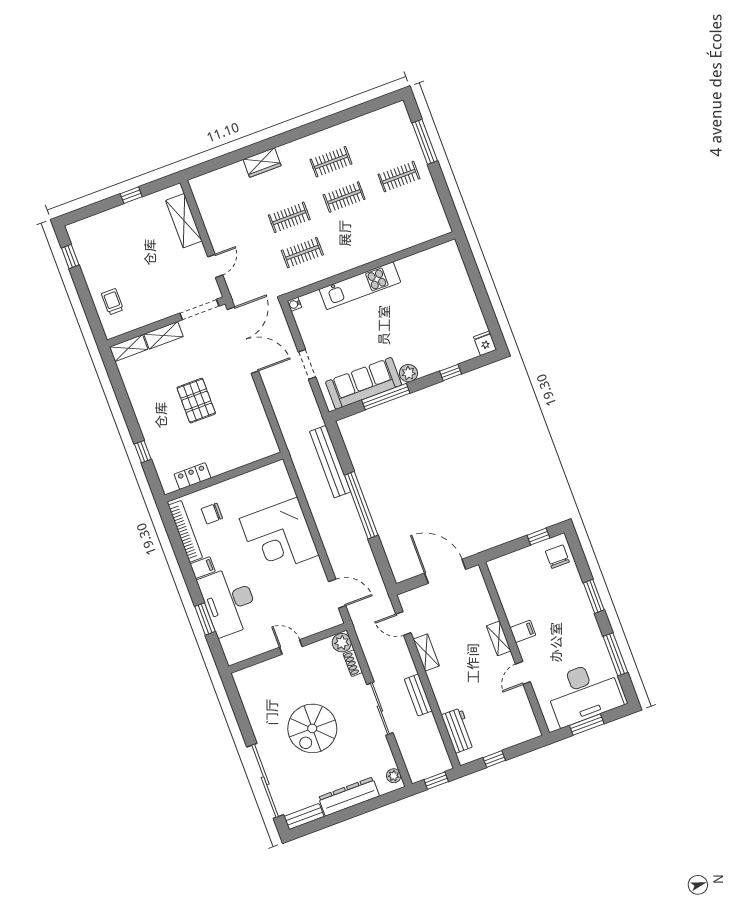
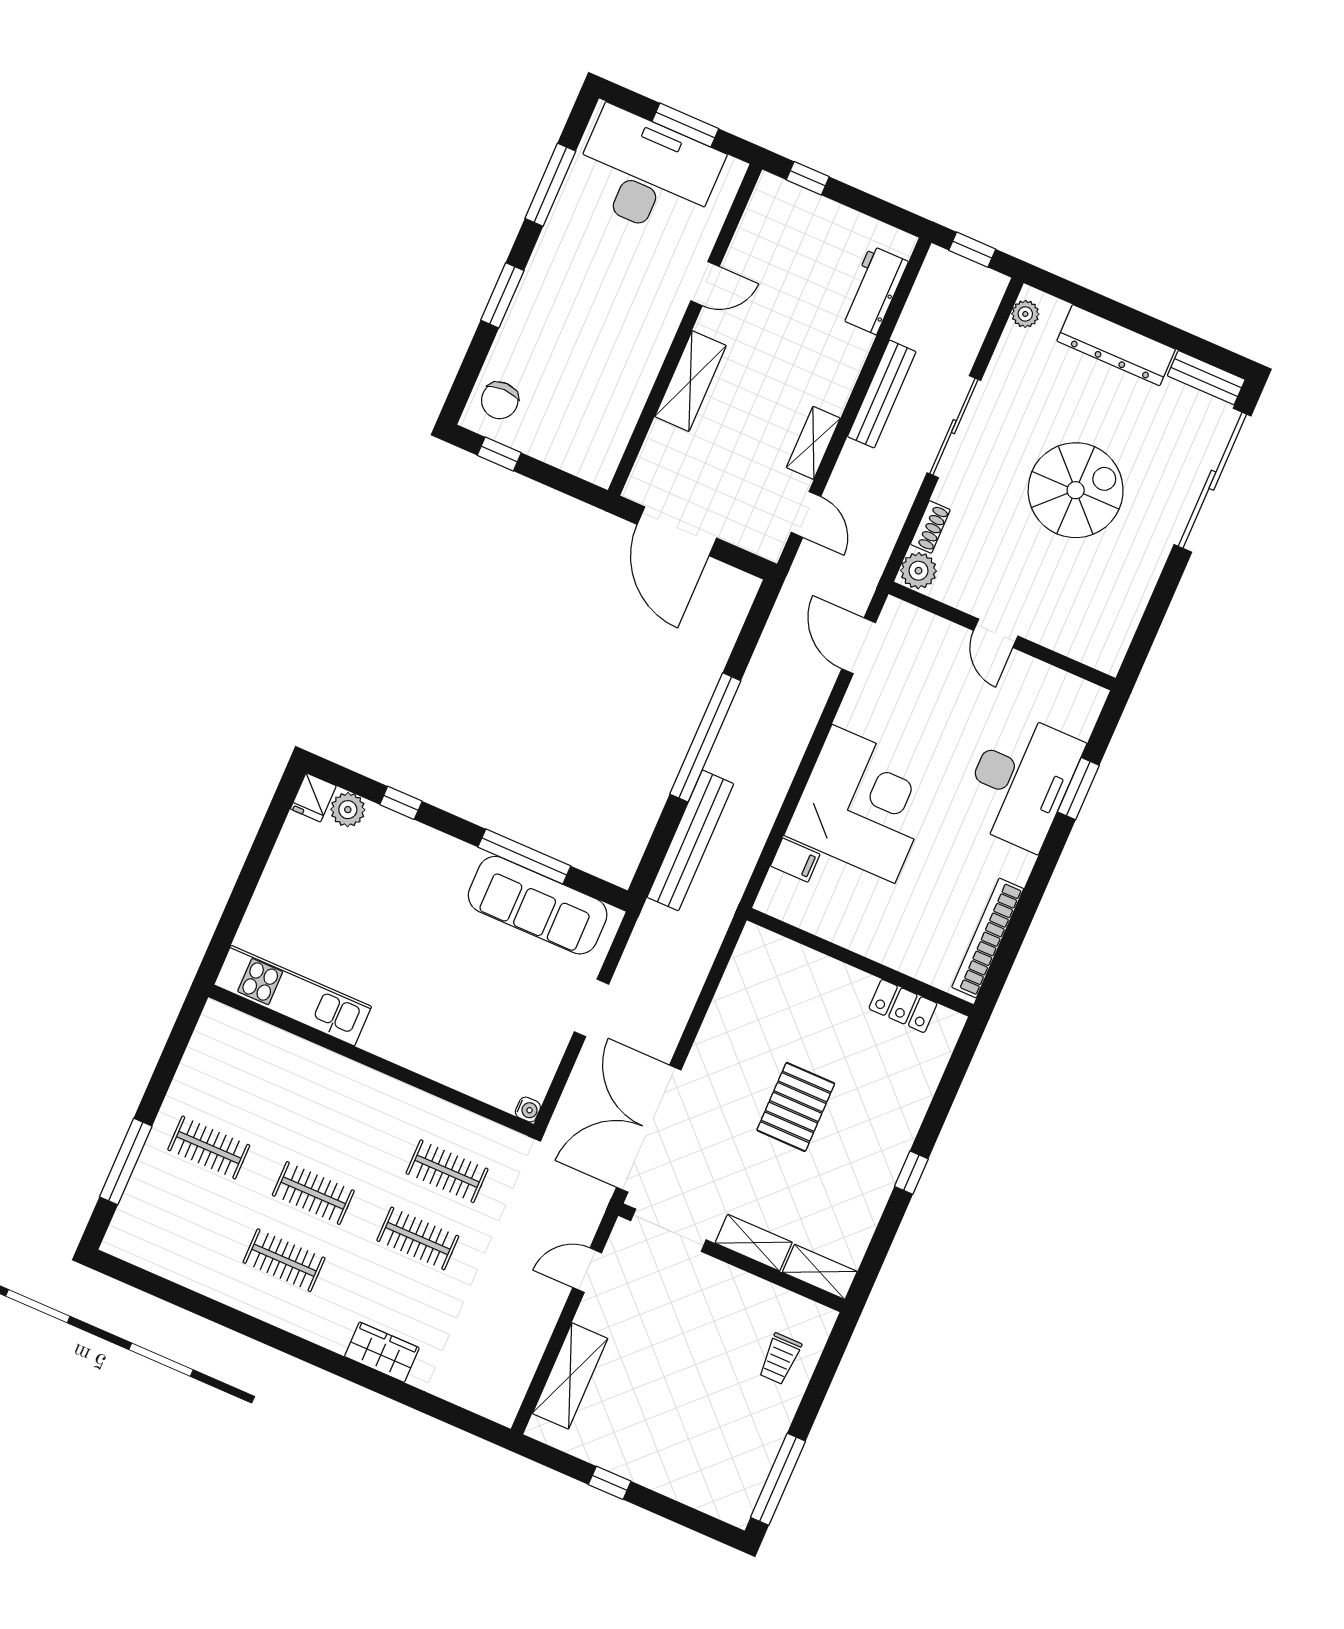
window: (70, 256) -> (778, 1479), width x2.17
kitchen unit: (360, 286) -> (293, 996), moved
plant: (408, 373) -> (348, 810), moved
window: (143, 452) -> (911, 1173), moved
chair: (212, 514) -> (926, 927), removed
filing cabinet: (203, 568) -> (795, 860), moved, turned 180
filing cabinet: (523, 631) -> (649, 342), removed
shelving: (499, 638) -> (690, 381), width x1.50, depth x1.33
bench: (418, 695) -> (882, 394), width x1.36
window: (494, 759) -> (808, 178), moved

